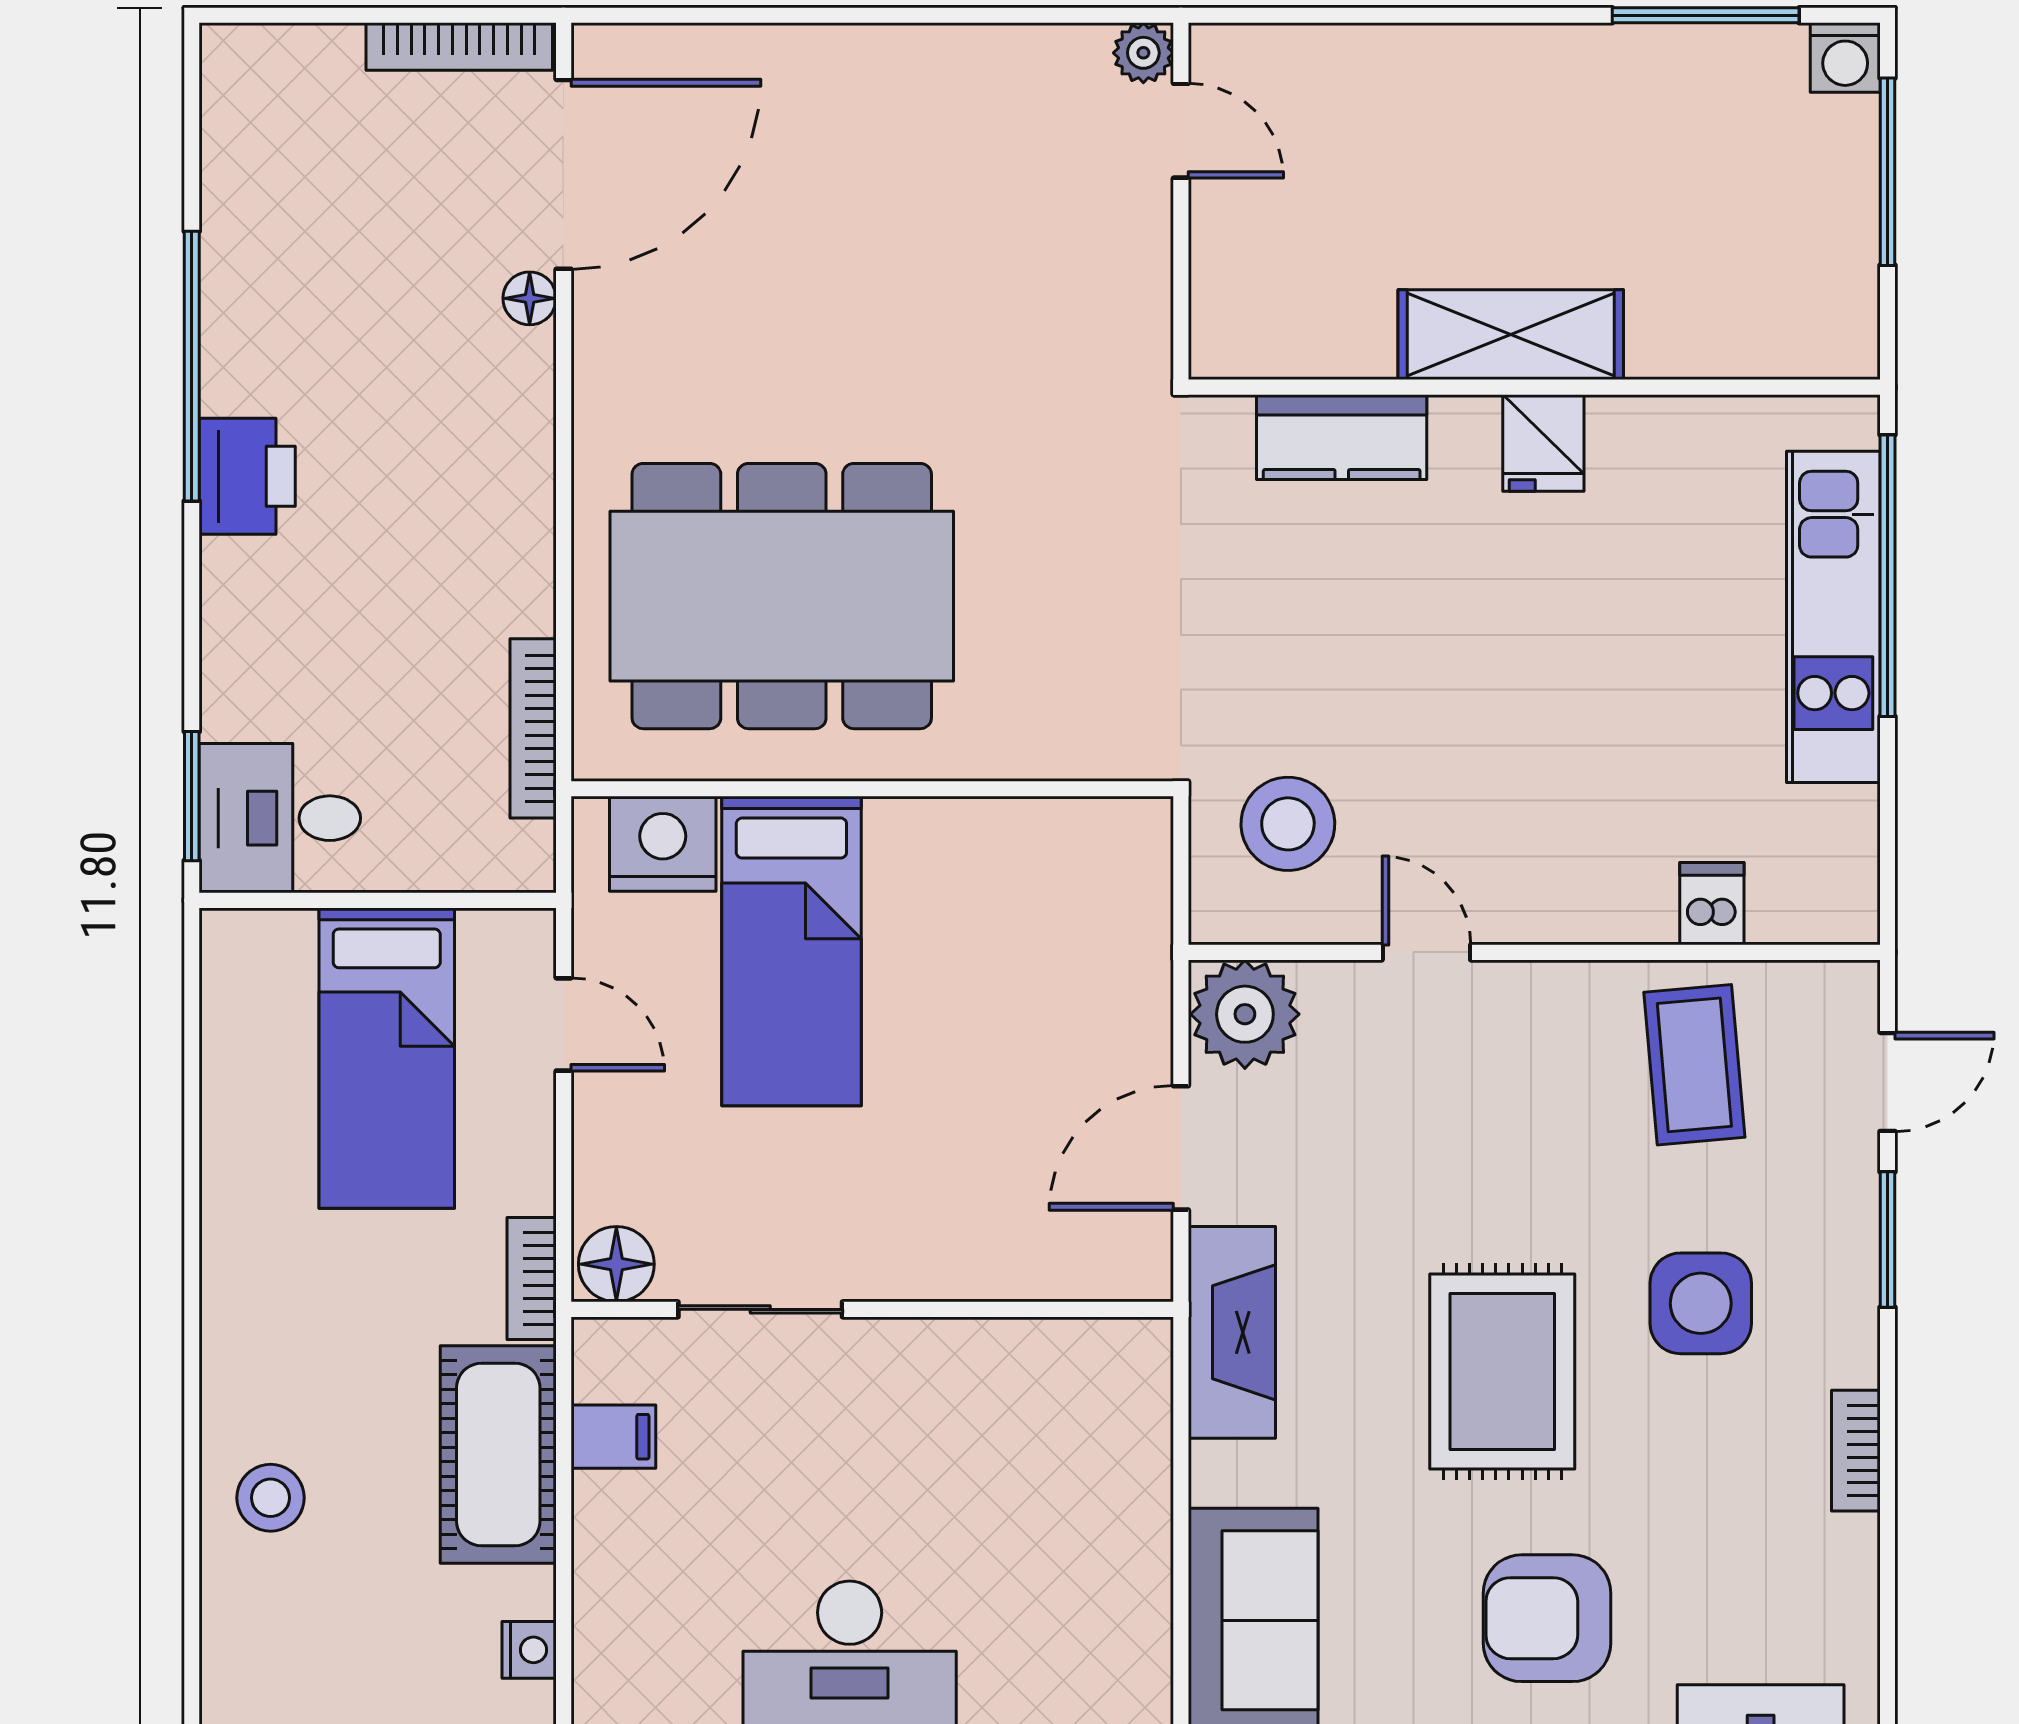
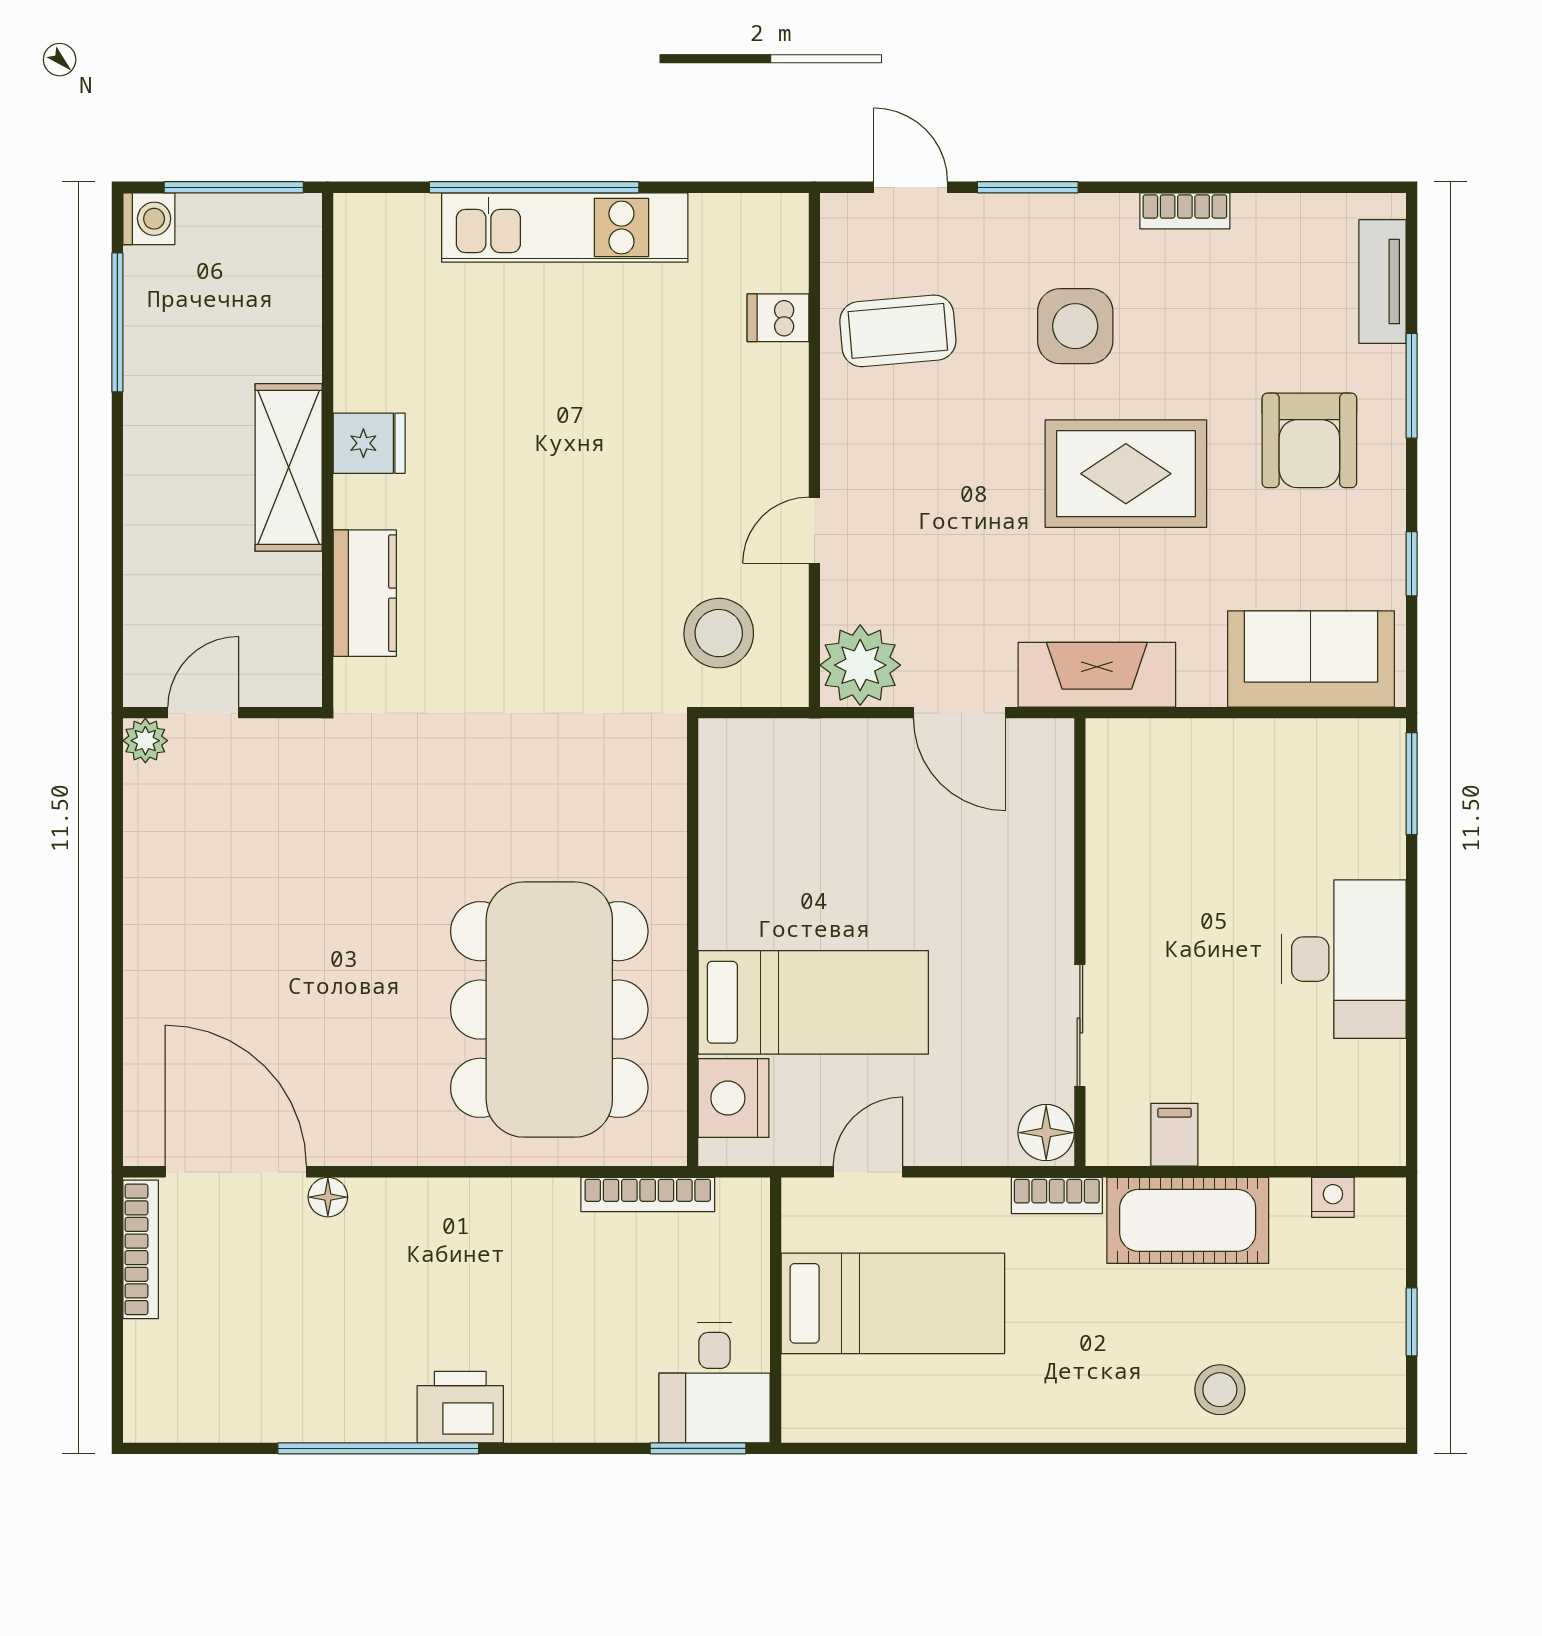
shelving: (1511, 335) -> (289, 467), moved
wall: (1534, 387) -> (328, 450), moved
kitchen counter: (1342, 437) -> (365, 593), moved
fridge: (1543, 443) -> (369, 443), moved

